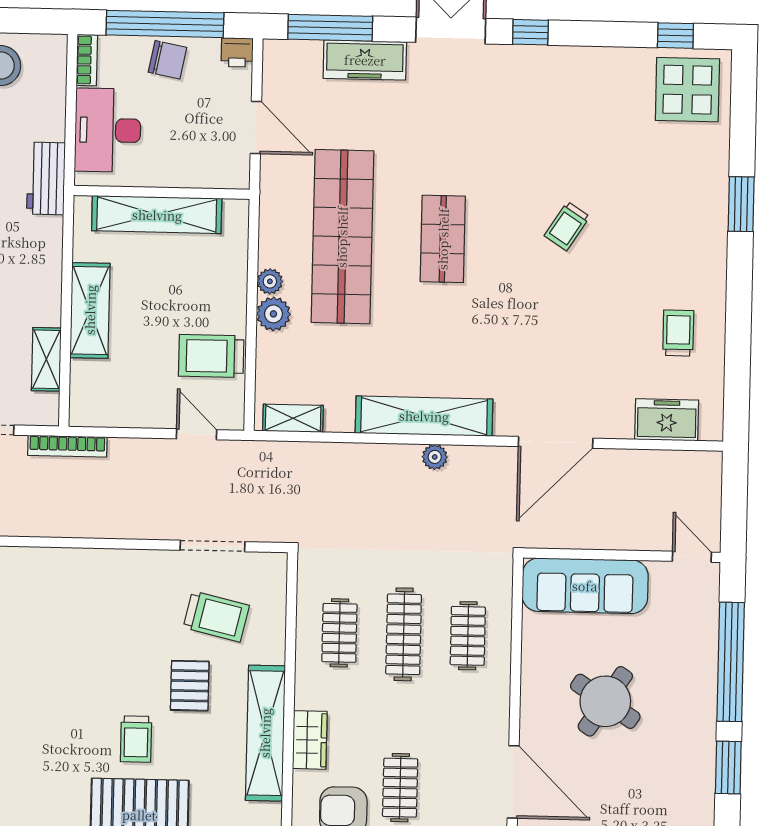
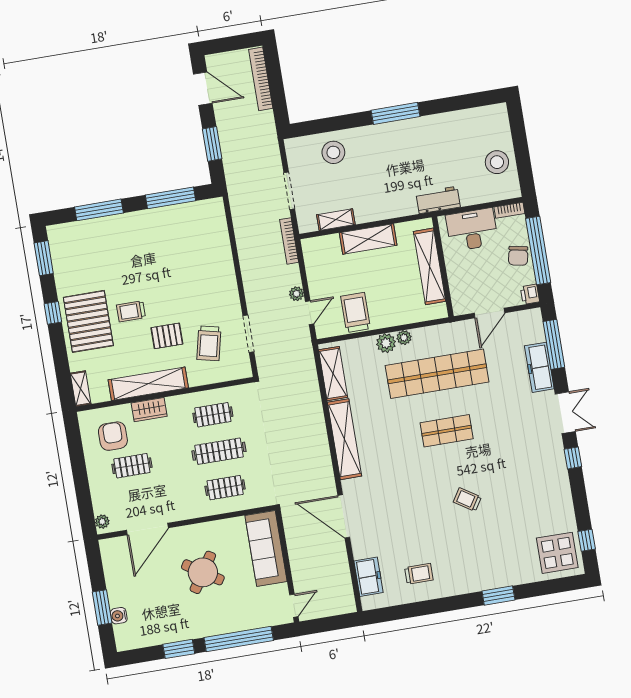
shelving: (293, 418) -> (333, 374), width x1.50, depth x1.33
plant: (435, 457) -> (296, 294), moved

